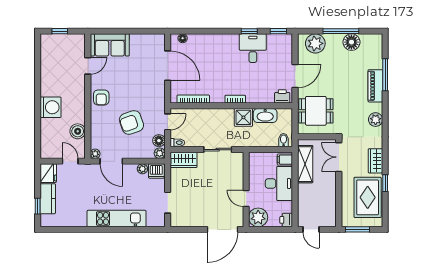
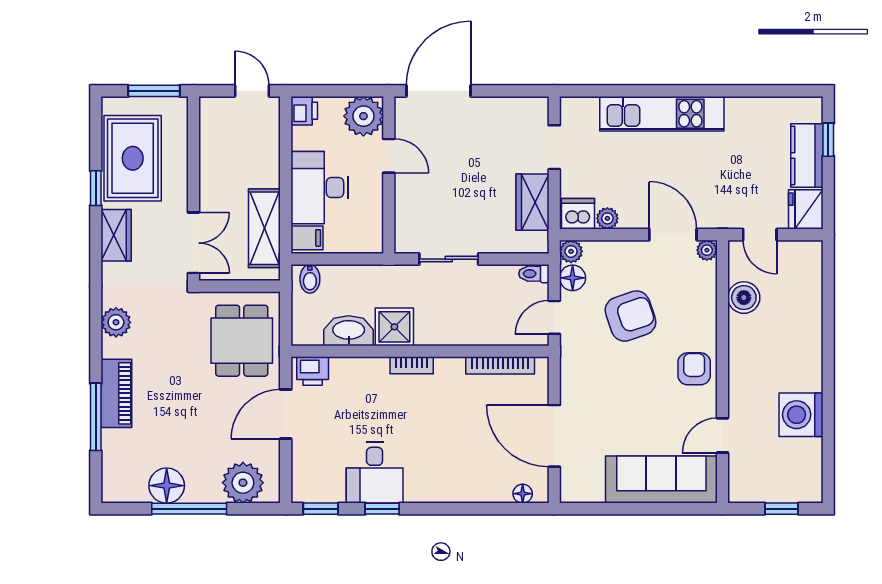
sofa: (110, 45) -> (661, 480), width x1.36
washing machine: (51, 107) -> (801, 415), moved
dining table: (316, 111) -> (242, 341), turned 90
wardrobe: (184, 160) -> (532, 202), moved, turned -90

